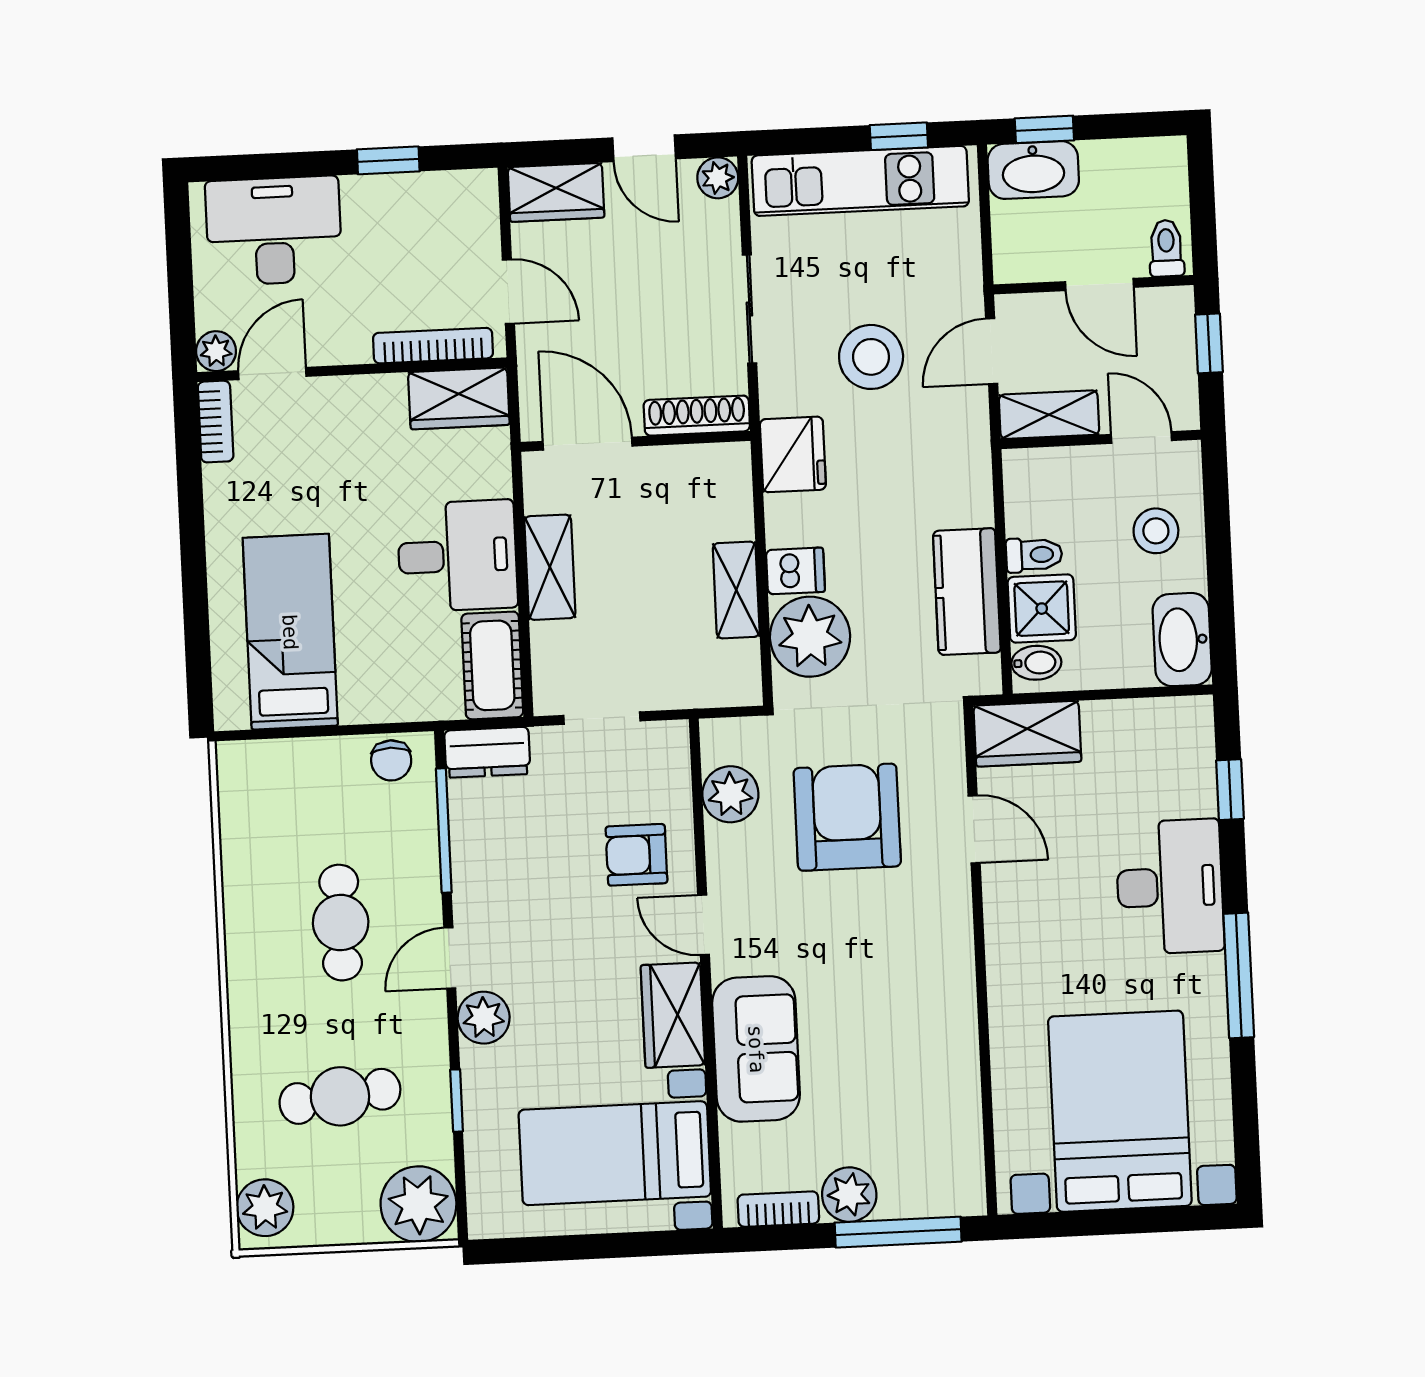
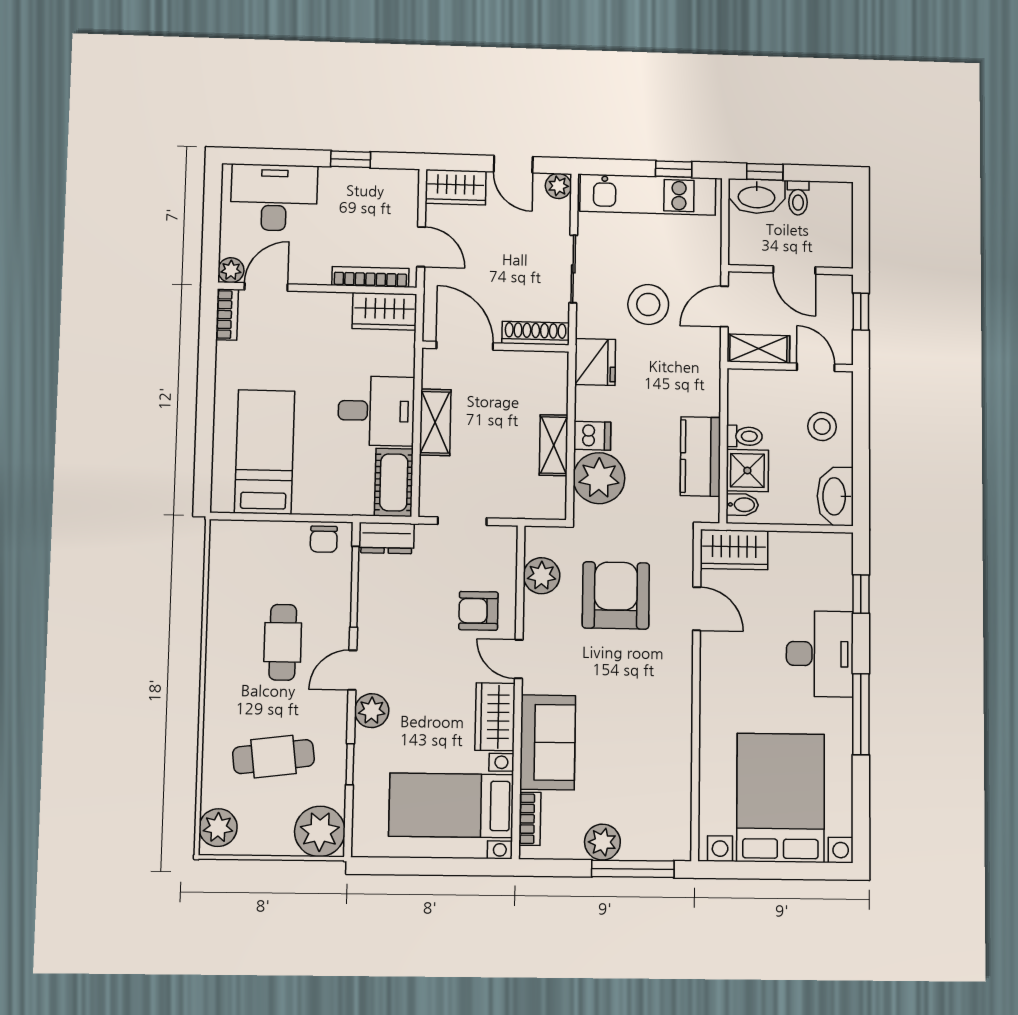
toilet: (1166, 248) -> (798, 198), moved, turned 180
bookcase: (778, 1209) -> (530, 819), moved, turned 90

